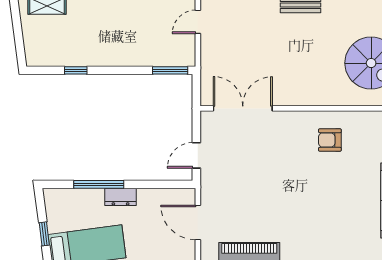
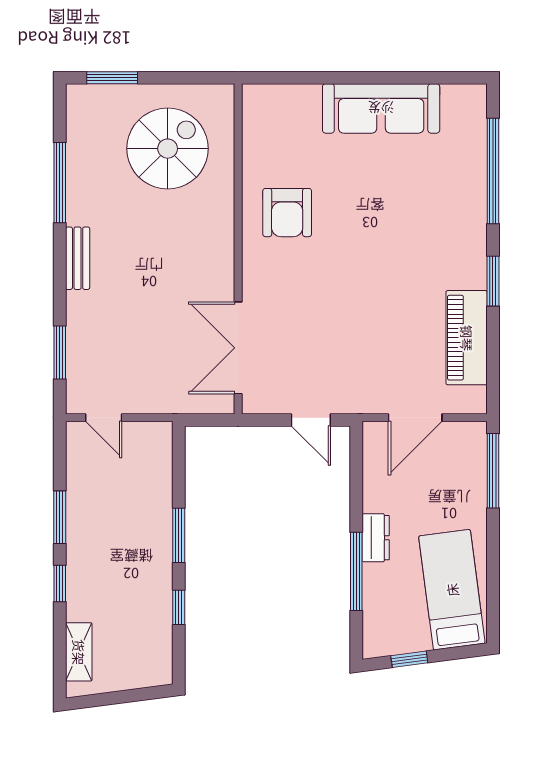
window: (170, 70) -> (179, 535), moved
armchair: (330, 140) -> (287, 213), width x1.38, depth x1.38
window: (44, 234) -> (409, 659), moved

